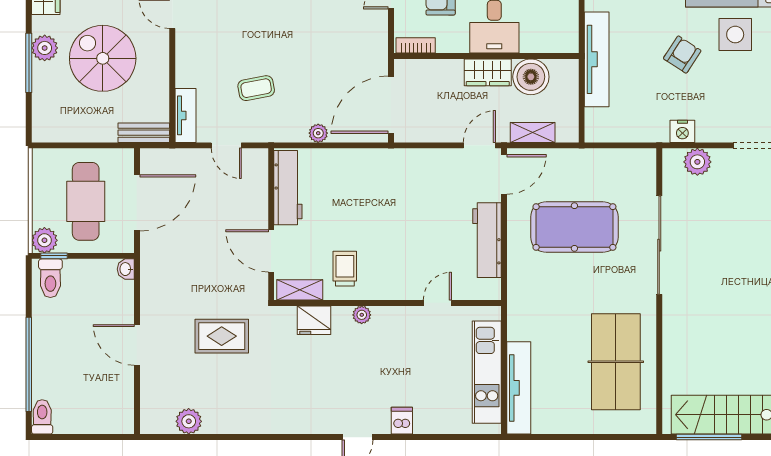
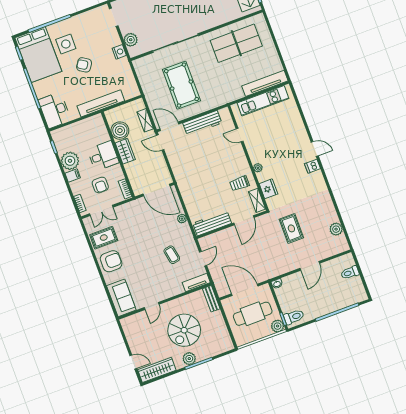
toilet: (42, 417) -> (350, 273), moved
dishwasher: (402, 421) -> (312, 166), moved

